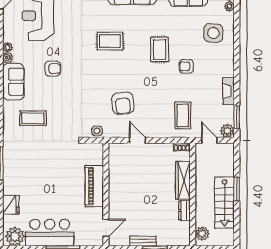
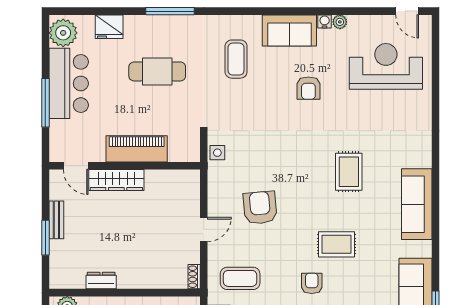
armchair: (123, 103) -> (260, 208), moved, turned 90
door: (138, 140) -> (204, 229), moved
cafe table: (41, 172) -> (157, 71), added
wardrobe: (183, 180) -> (116, 180), moved, turned 180

